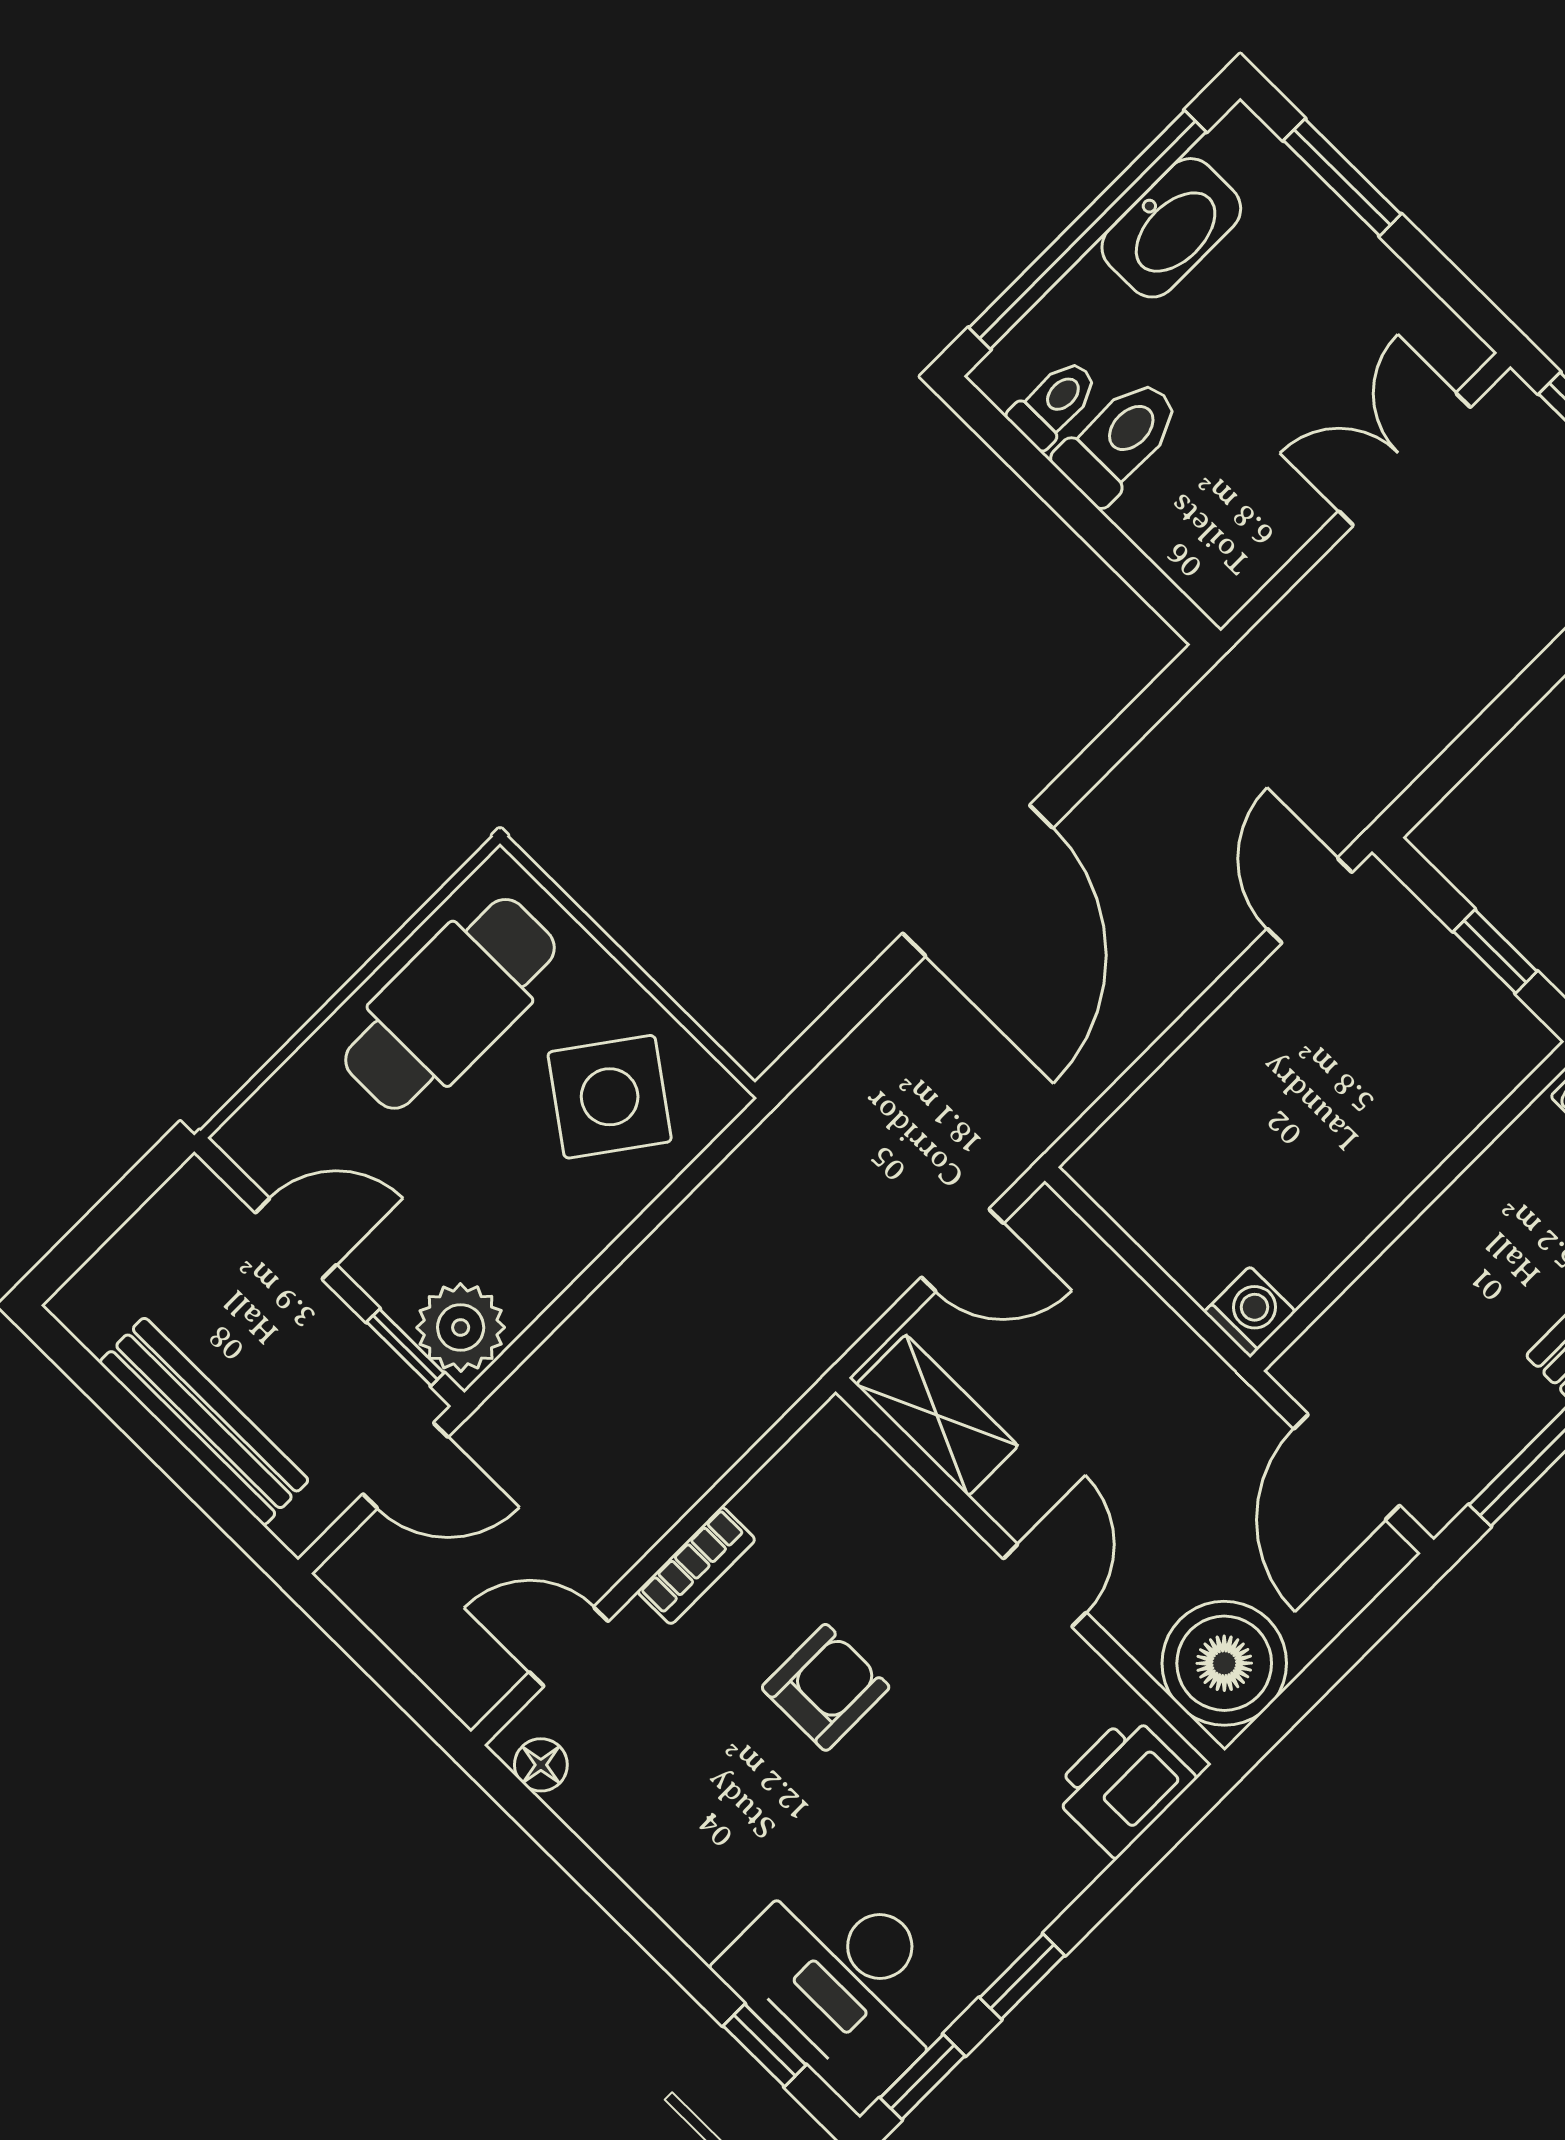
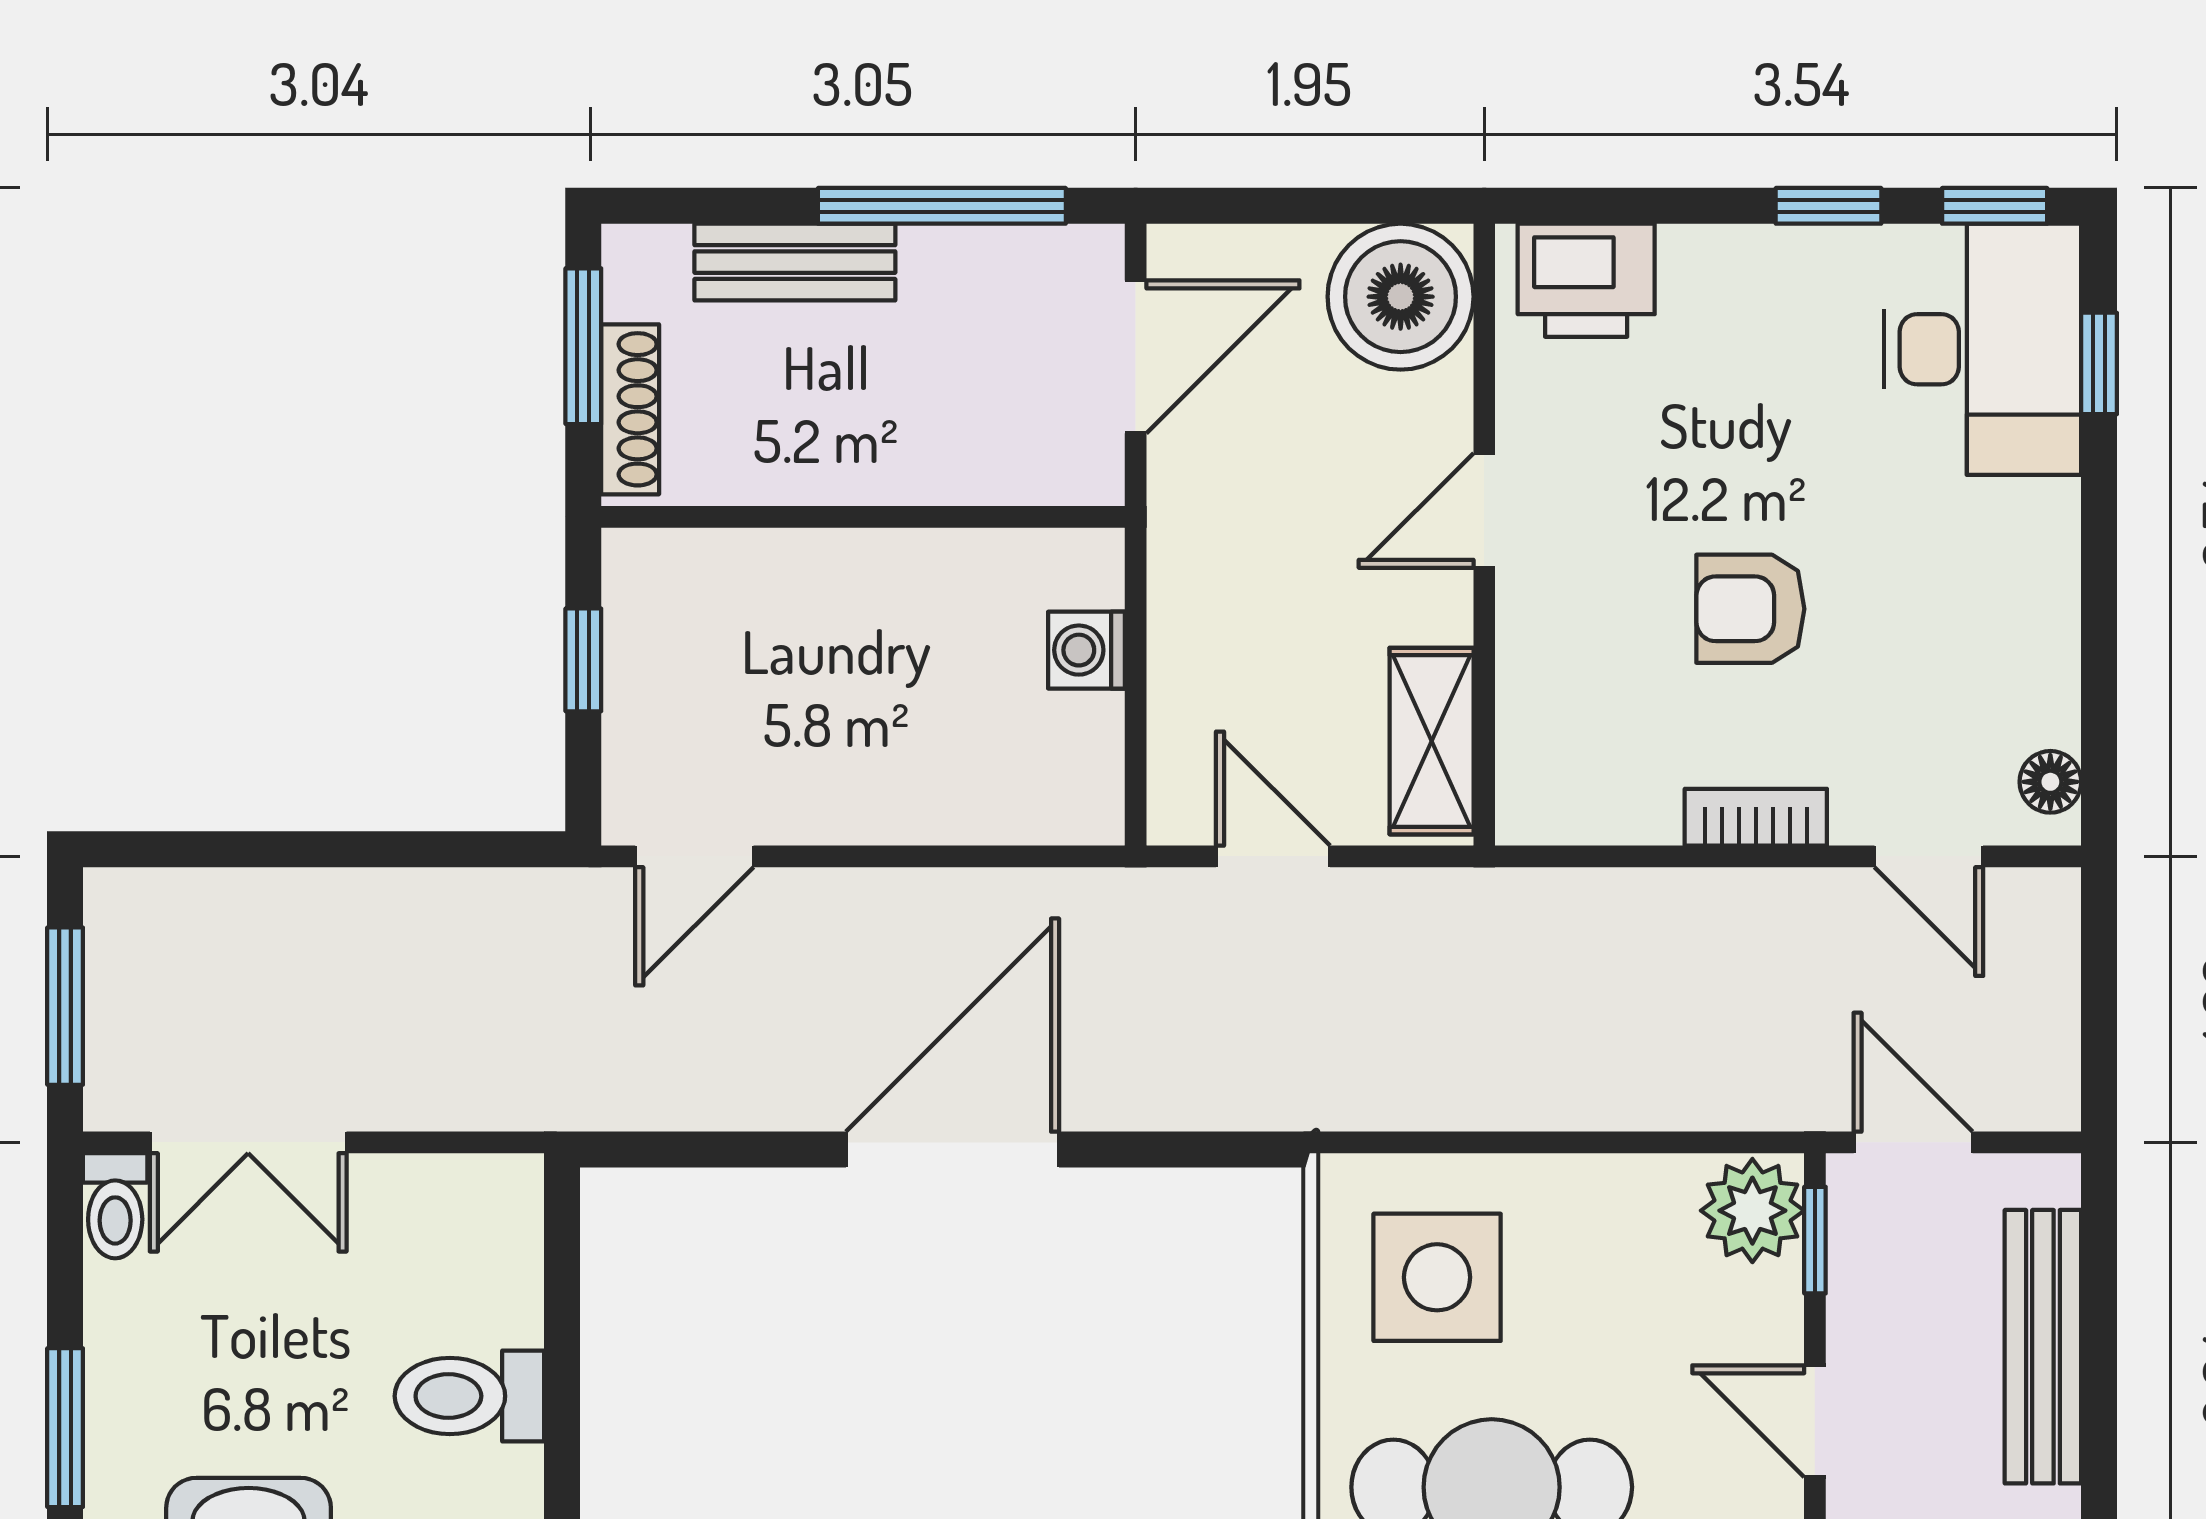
toilet: (1054, 403) -> (115, 1206), moved, turned -90
side table: (610, 1097) -> (1437, 1277), turned -36
washing machine: (1250, 1312) -> (1087, 650), moved

